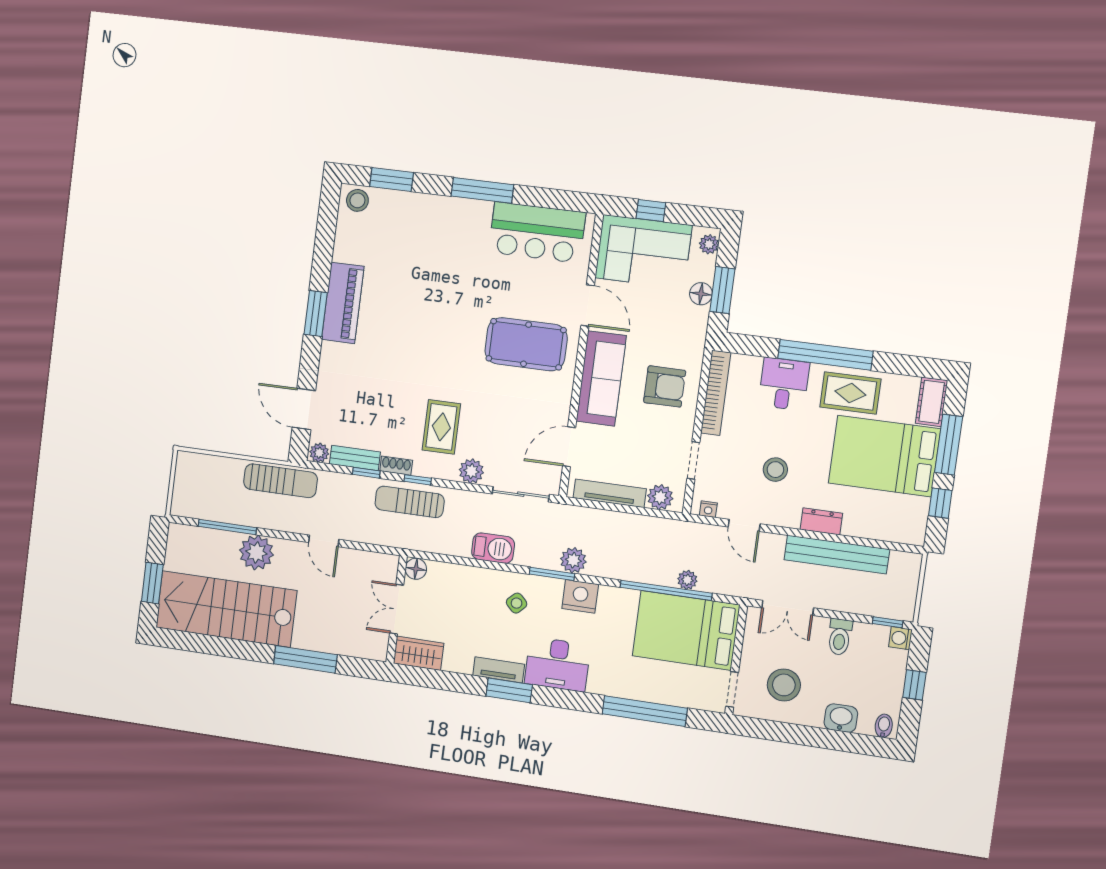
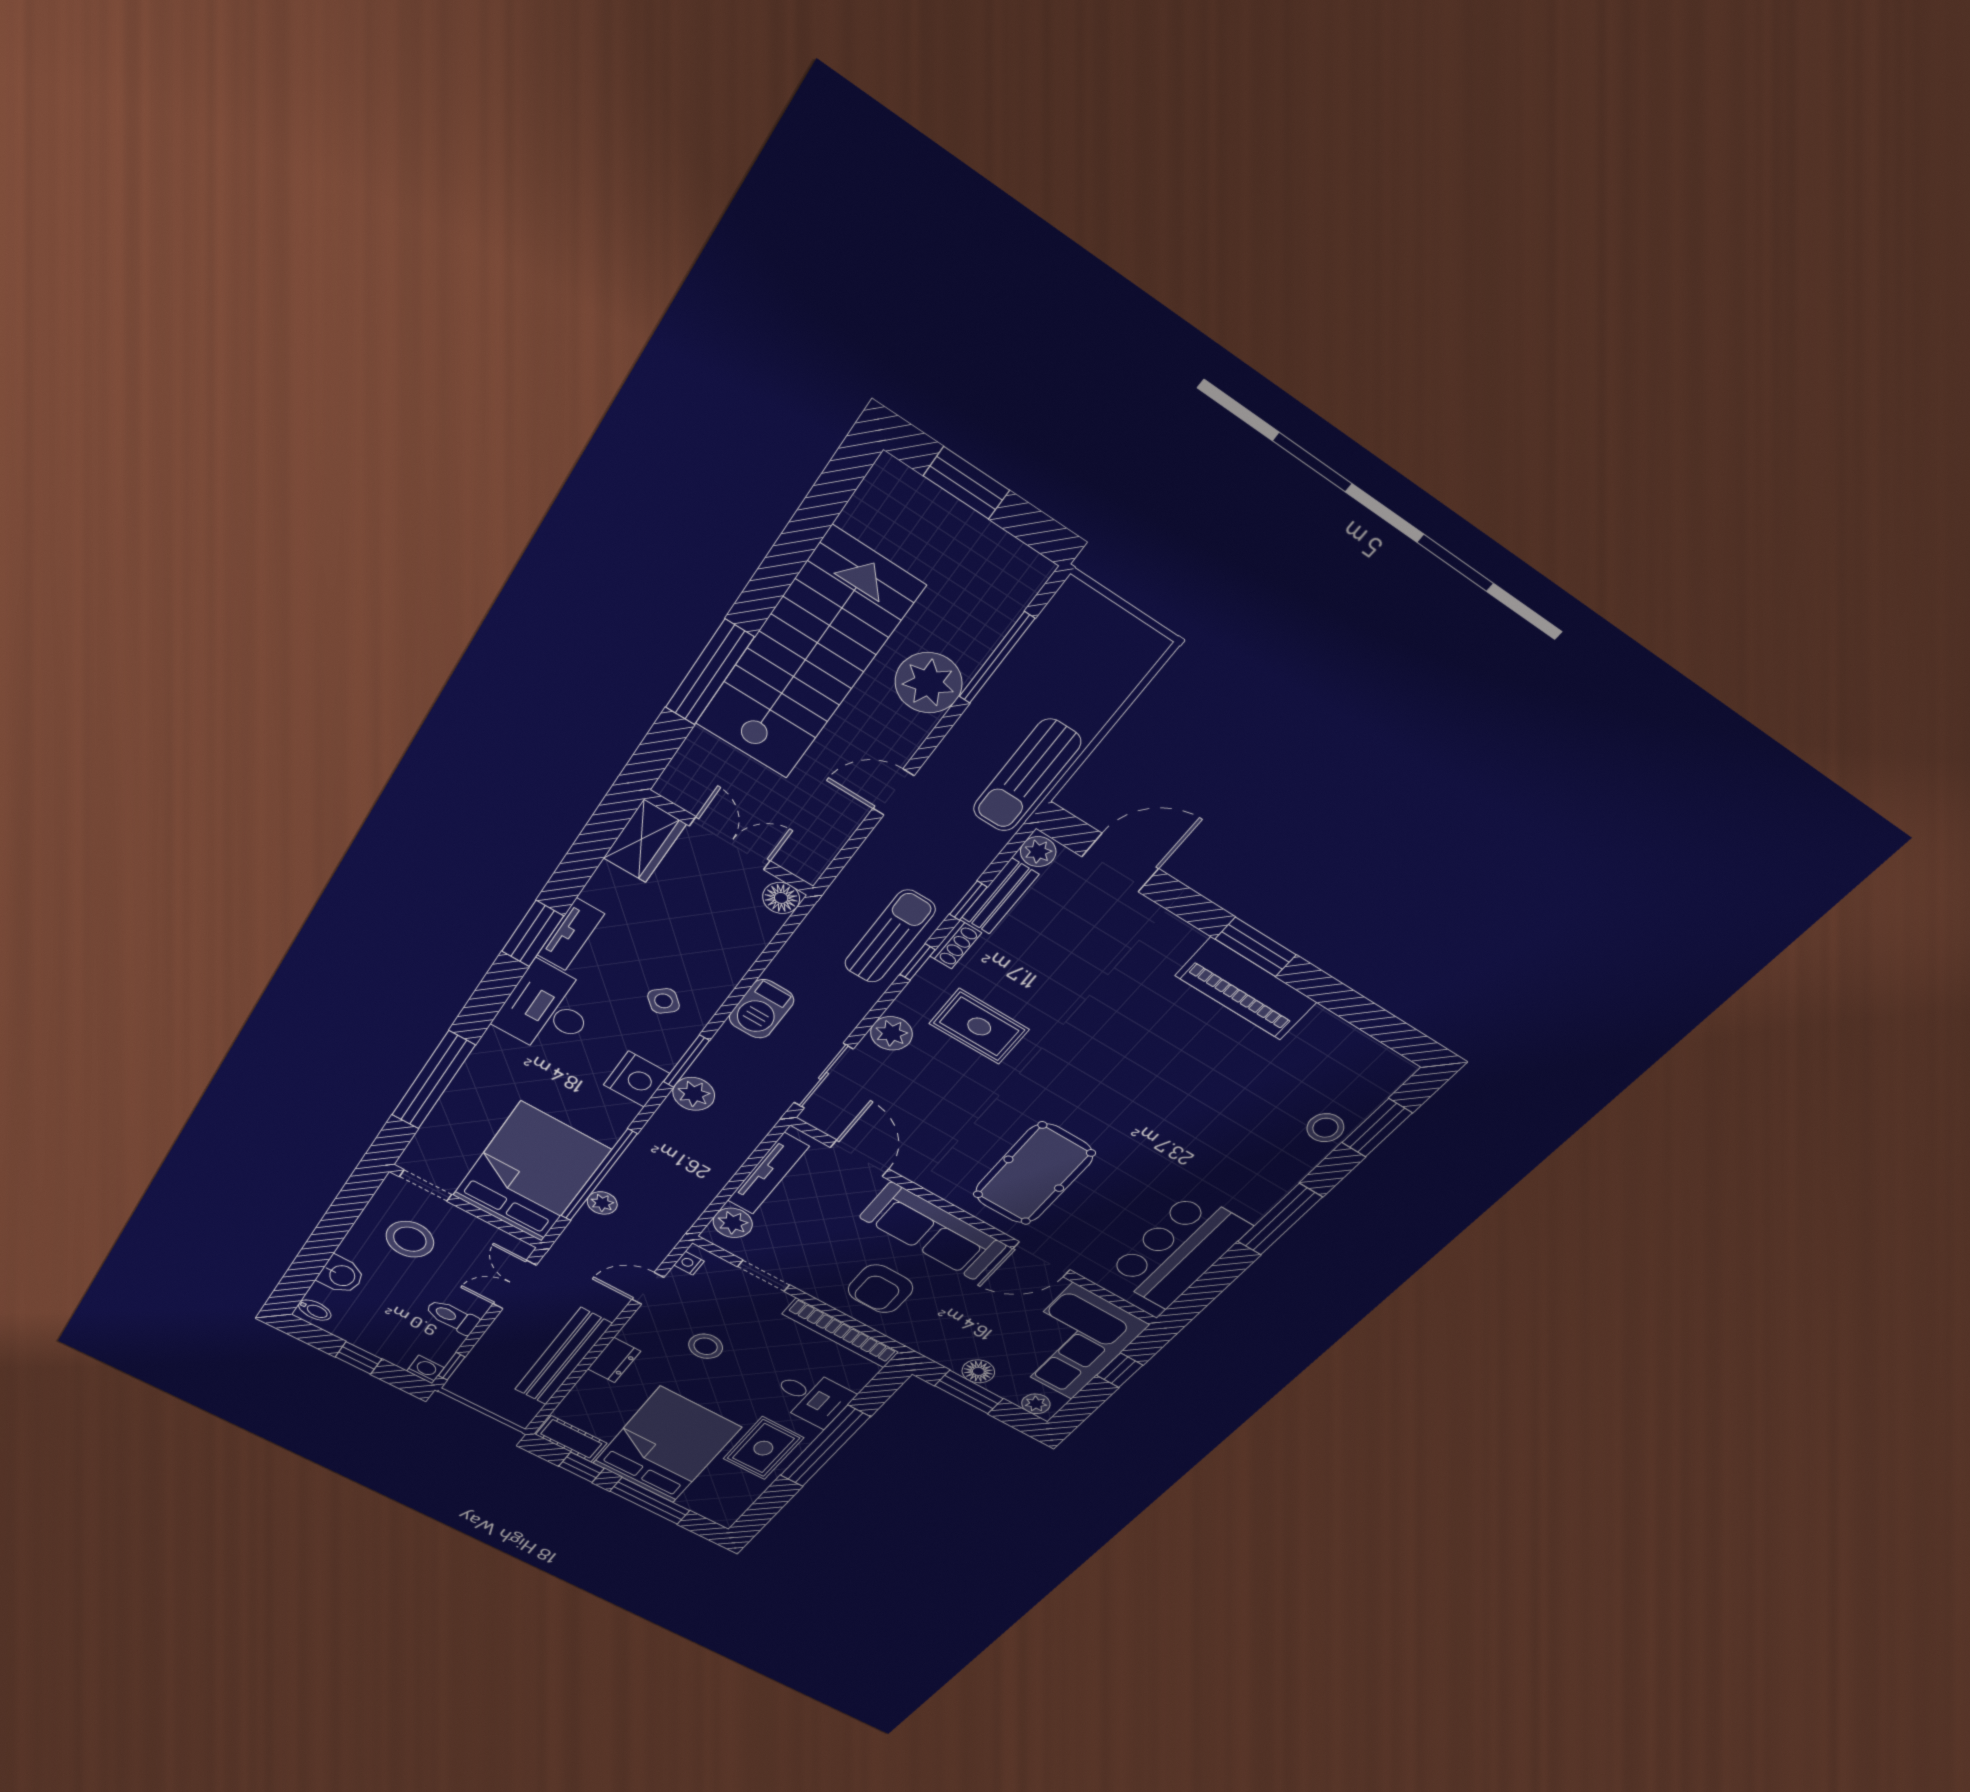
stool: (357, 200) -> (1325, 1128), moved
cot: (932, 402) -> (571, 1439), moved
stairs: (226, 609) -> (808, 656), moved

